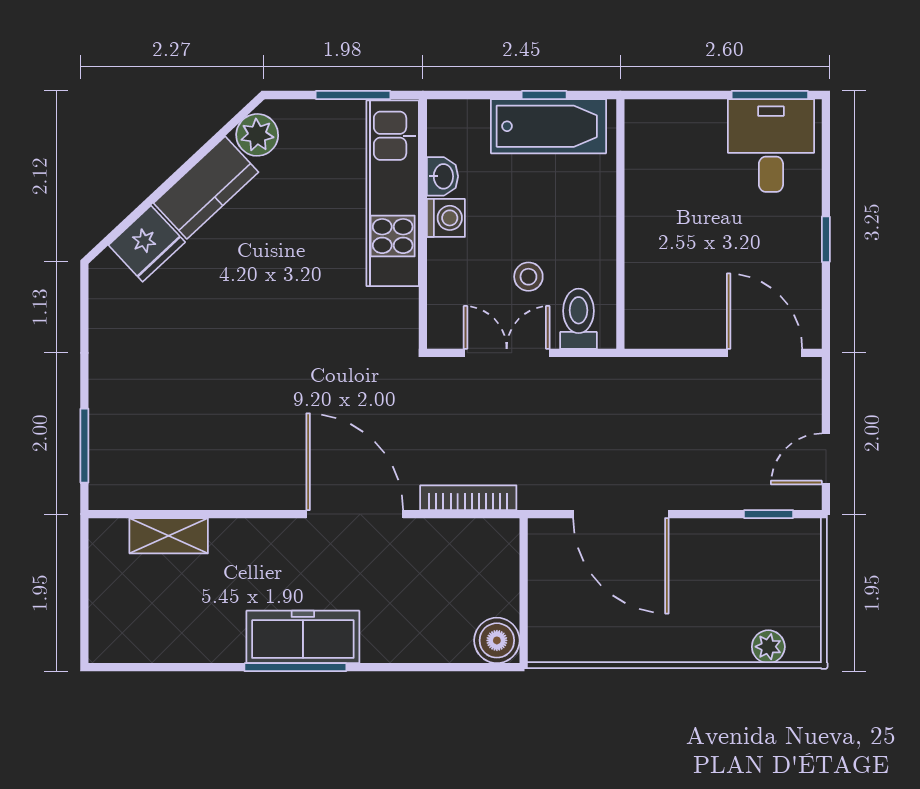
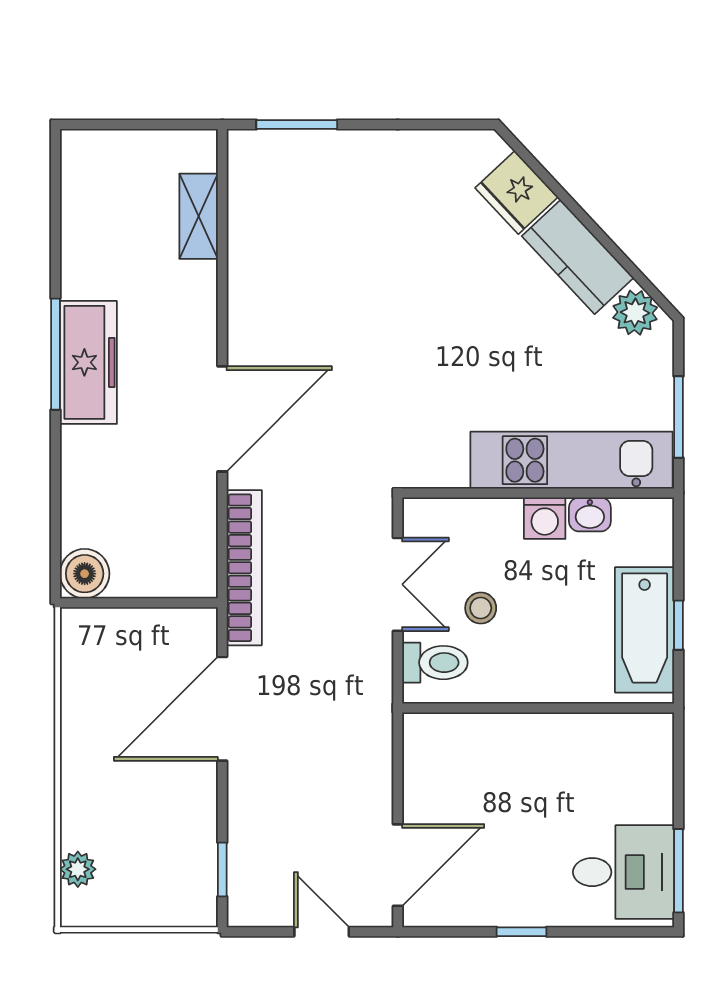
door: (826, 459) -> (322, 932), moved
bookcase: (468, 498) -> (244, 568), width x1.48, depth x1.31

